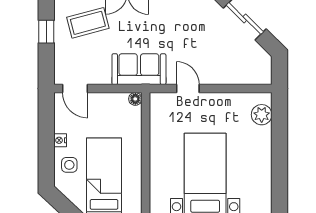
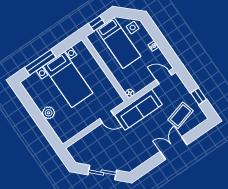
sofa: (139, 69) -> (138, 110), width x1.36
plant: (262, 115) -> (49, 113), moved
side table: (69, 165) -> (133, 28), moved

